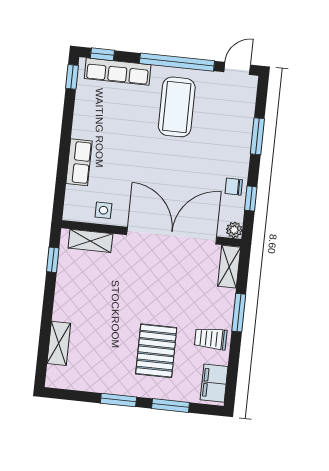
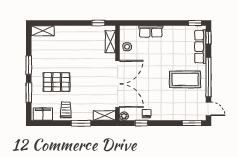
window: (257, 136) -> (192, 123), moved
shelving: (59, 343) -> (43, 31), moved

